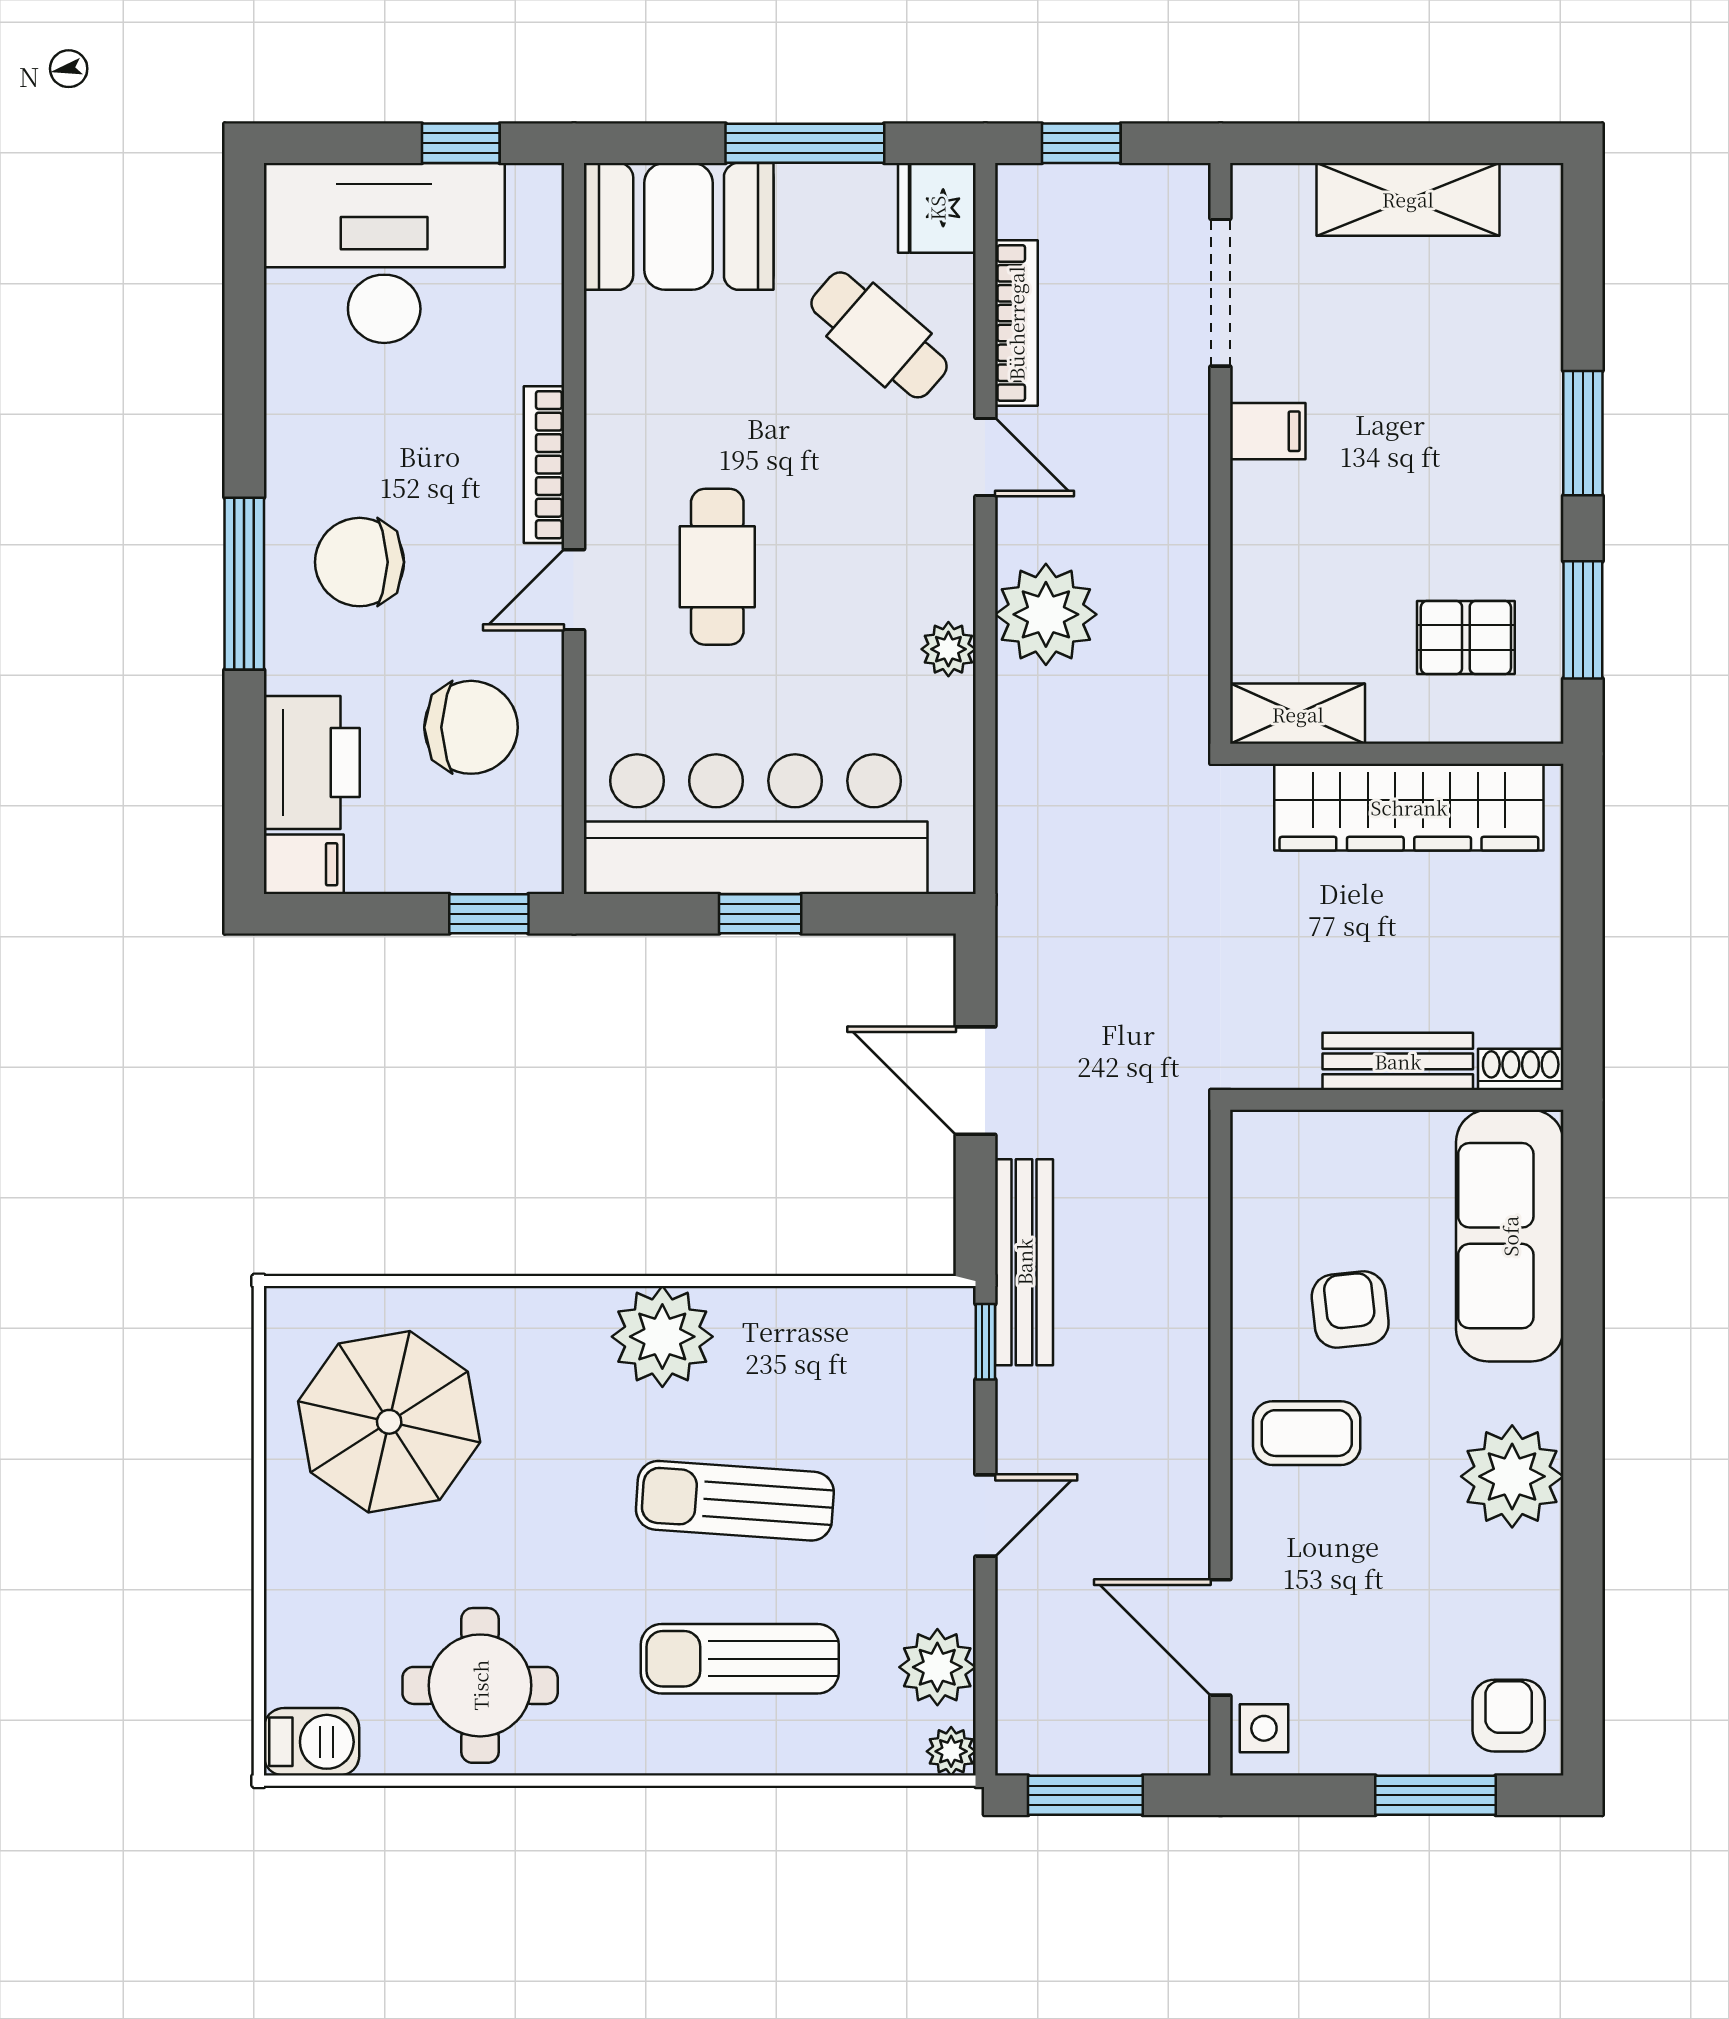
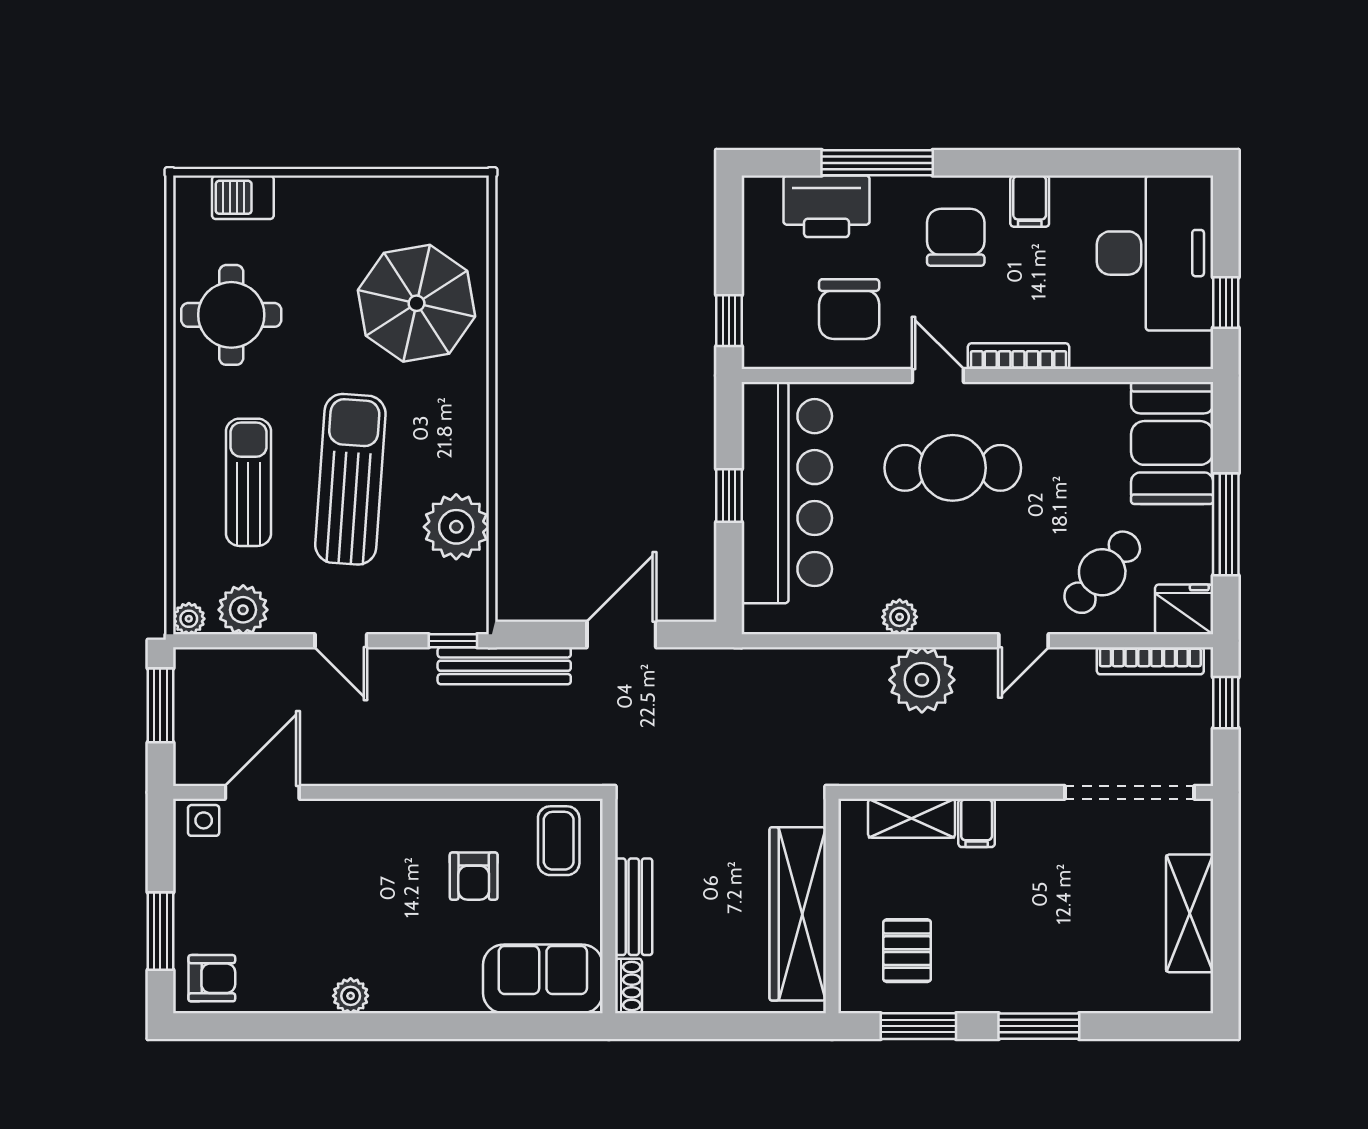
doorway: (1220, 293) -> (1130, 792), width x1.36
bookcase: (1016, 323) -> (1150, 661), moved
filing cabinet: (1268, 431) -> (977, 823), moved
cafe table: (717, 567) -> (953, 468), width x1.37, depth x1.35
window: (244, 584) -> (877, 163), moved
shelving: (1298, 714) -> (912, 818), moved, turned 90
filing cabinet: (304, 864) -> (1030, 201), moved
sofa: (1510, 1236) -> (543, 979), width x0.73
armchair: (1350, 1310) -> (474, 876), turned 96
plant: (662, 1337) -> (456, 527), moved
parasol: (389, 1422) -> (417, 303), moved
coffee table: (1307, 1433) -> (559, 841), moved
plant: (1512, 1476) -> (351, 996), width x0.53, depth x0.53
sun lounger: (735, 1501) -> (350, 479), width x1.36, depth x1.34
barbecue: (312, 1742) -> (243, 197), moved, turned 90

